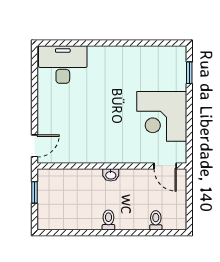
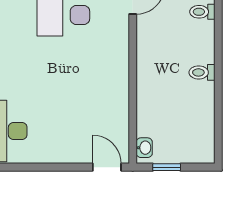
washbasin: (111, 175) -> (144, 148), moved

